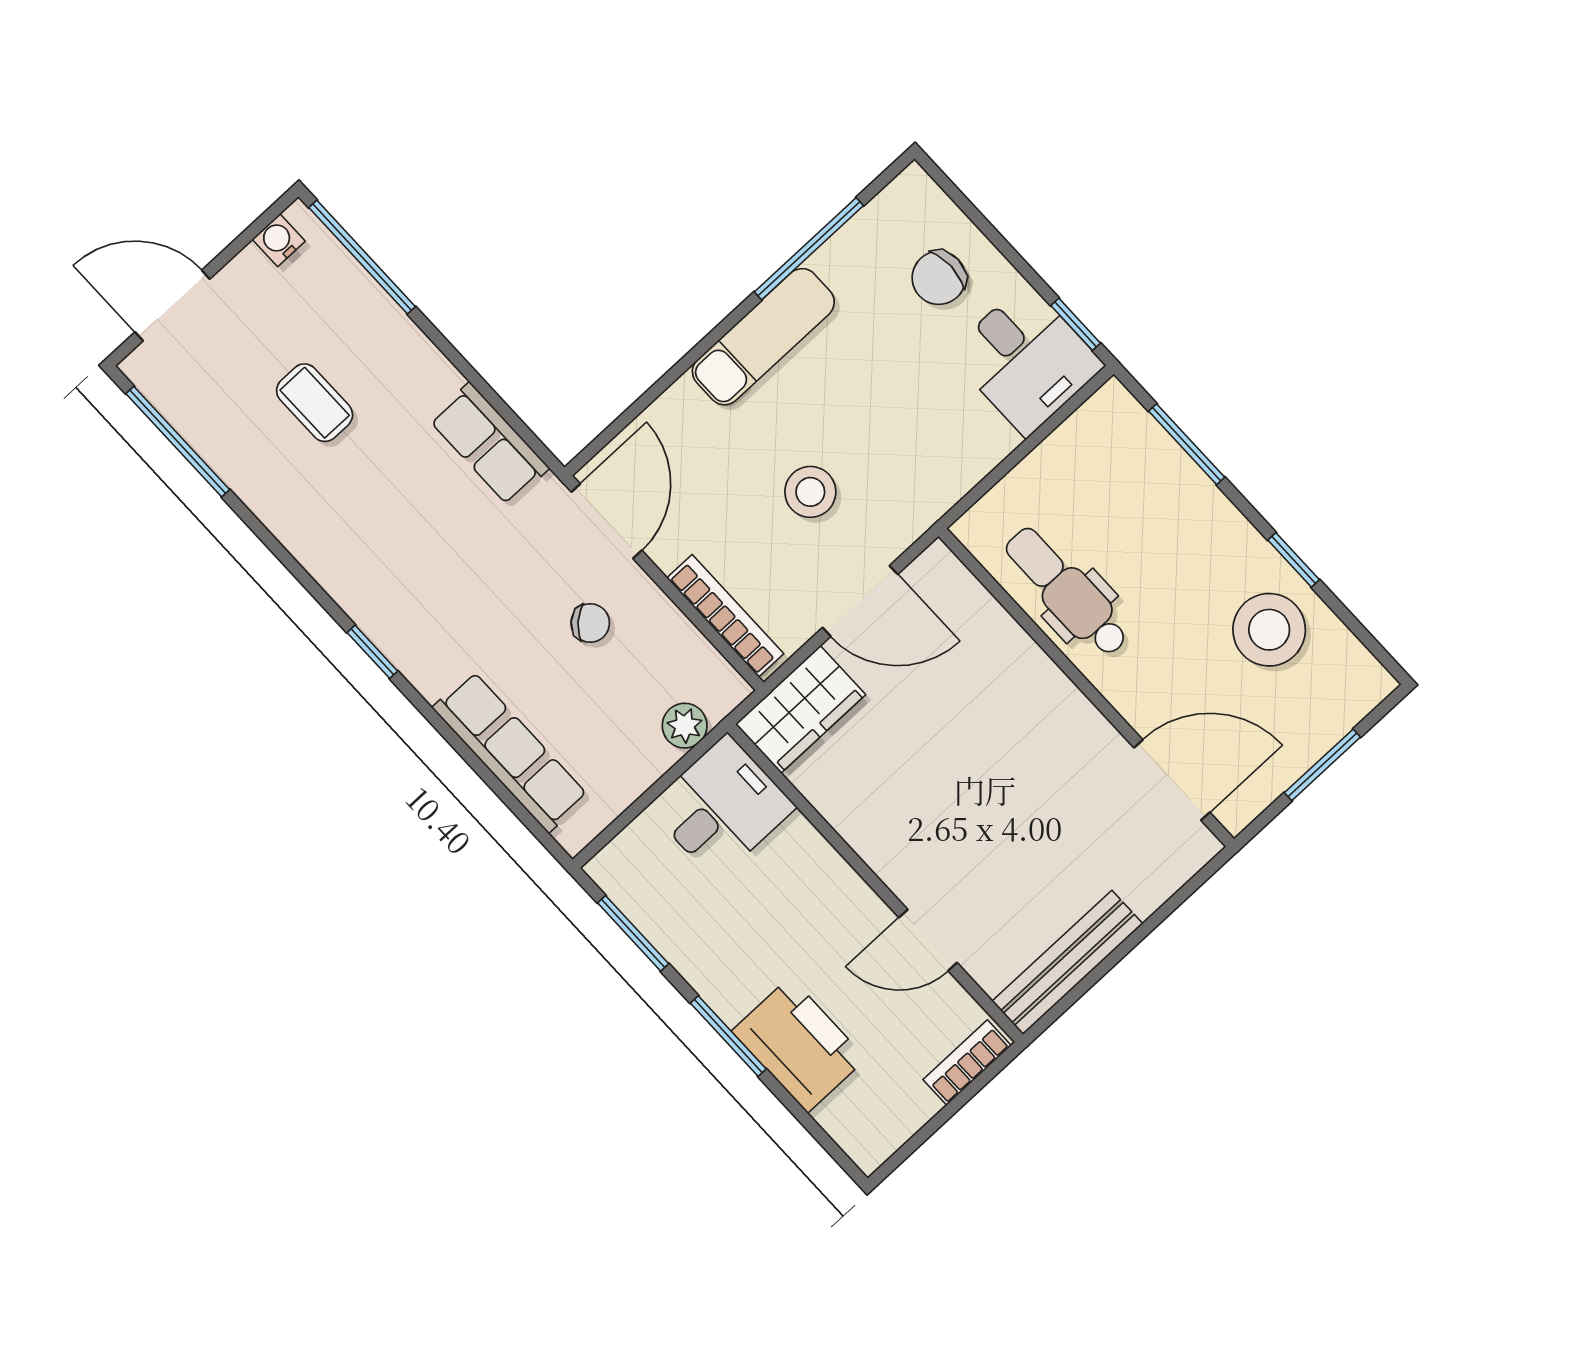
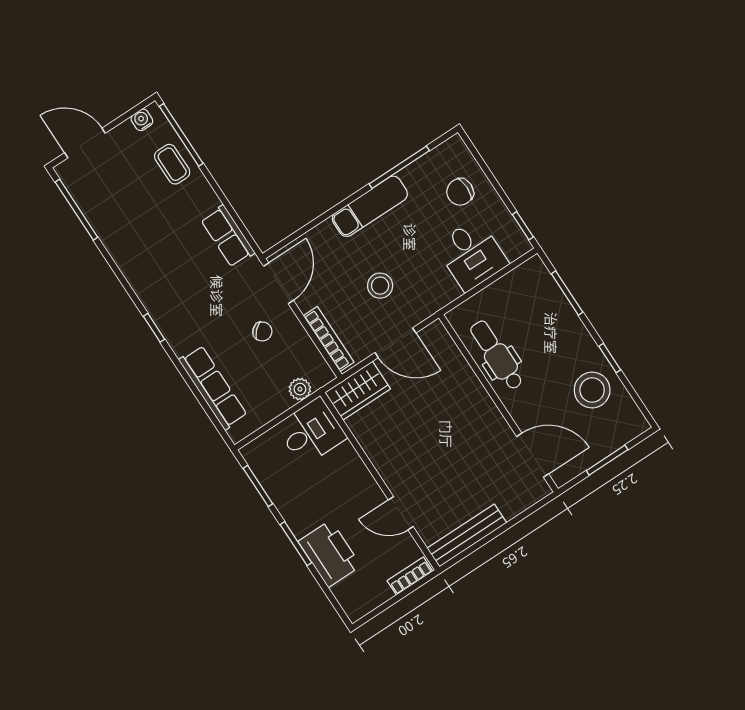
desk: (1026, 359) -> (472, 255), moved
coffee table: (315, 403) -> (172, 164), moved

